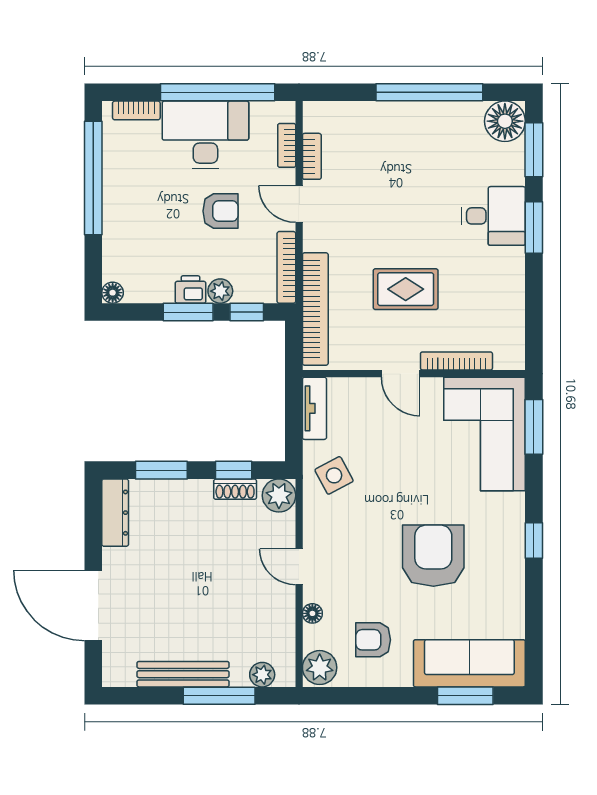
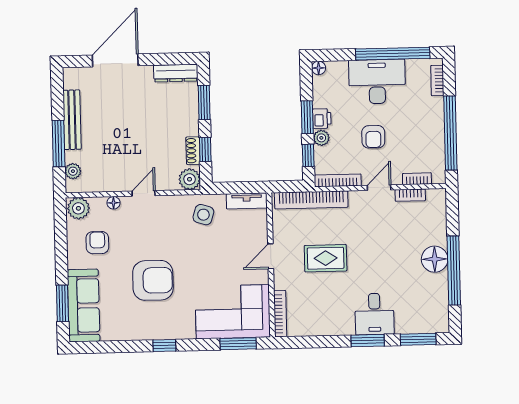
floor lamp: (505, 121) -> (435, 259), moved
desk: (205, 135) -> (377, 82), moved, turned -90
rug: (406, 289) -> (326, 258), turned 90
bookcase: (456, 361) -> (280, 314), moved
side table: (334, 475) -> (203, 215), turned 45

